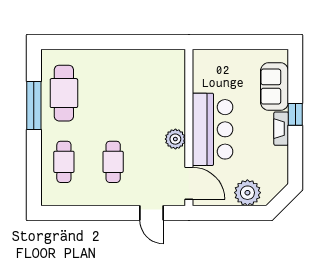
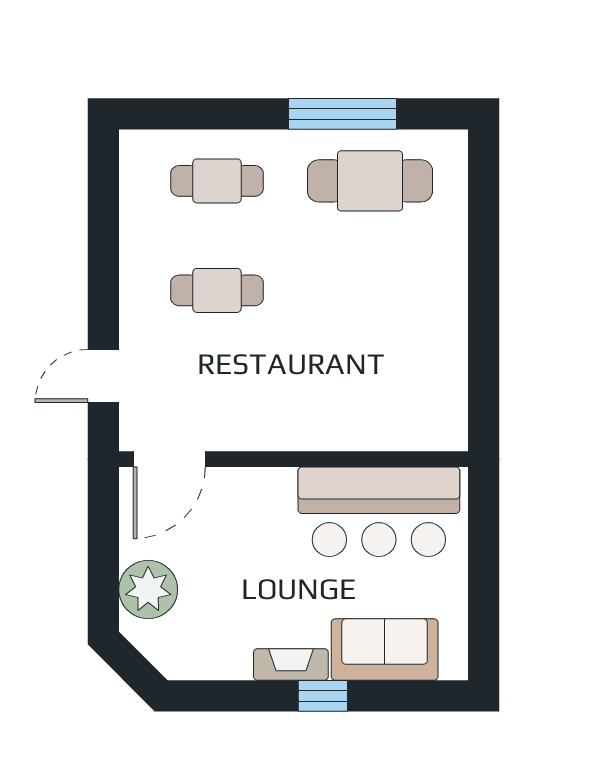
bar counter: (213, 129) -> (379, 512), moved
plant: (175, 139) -> (268, 429), removed

